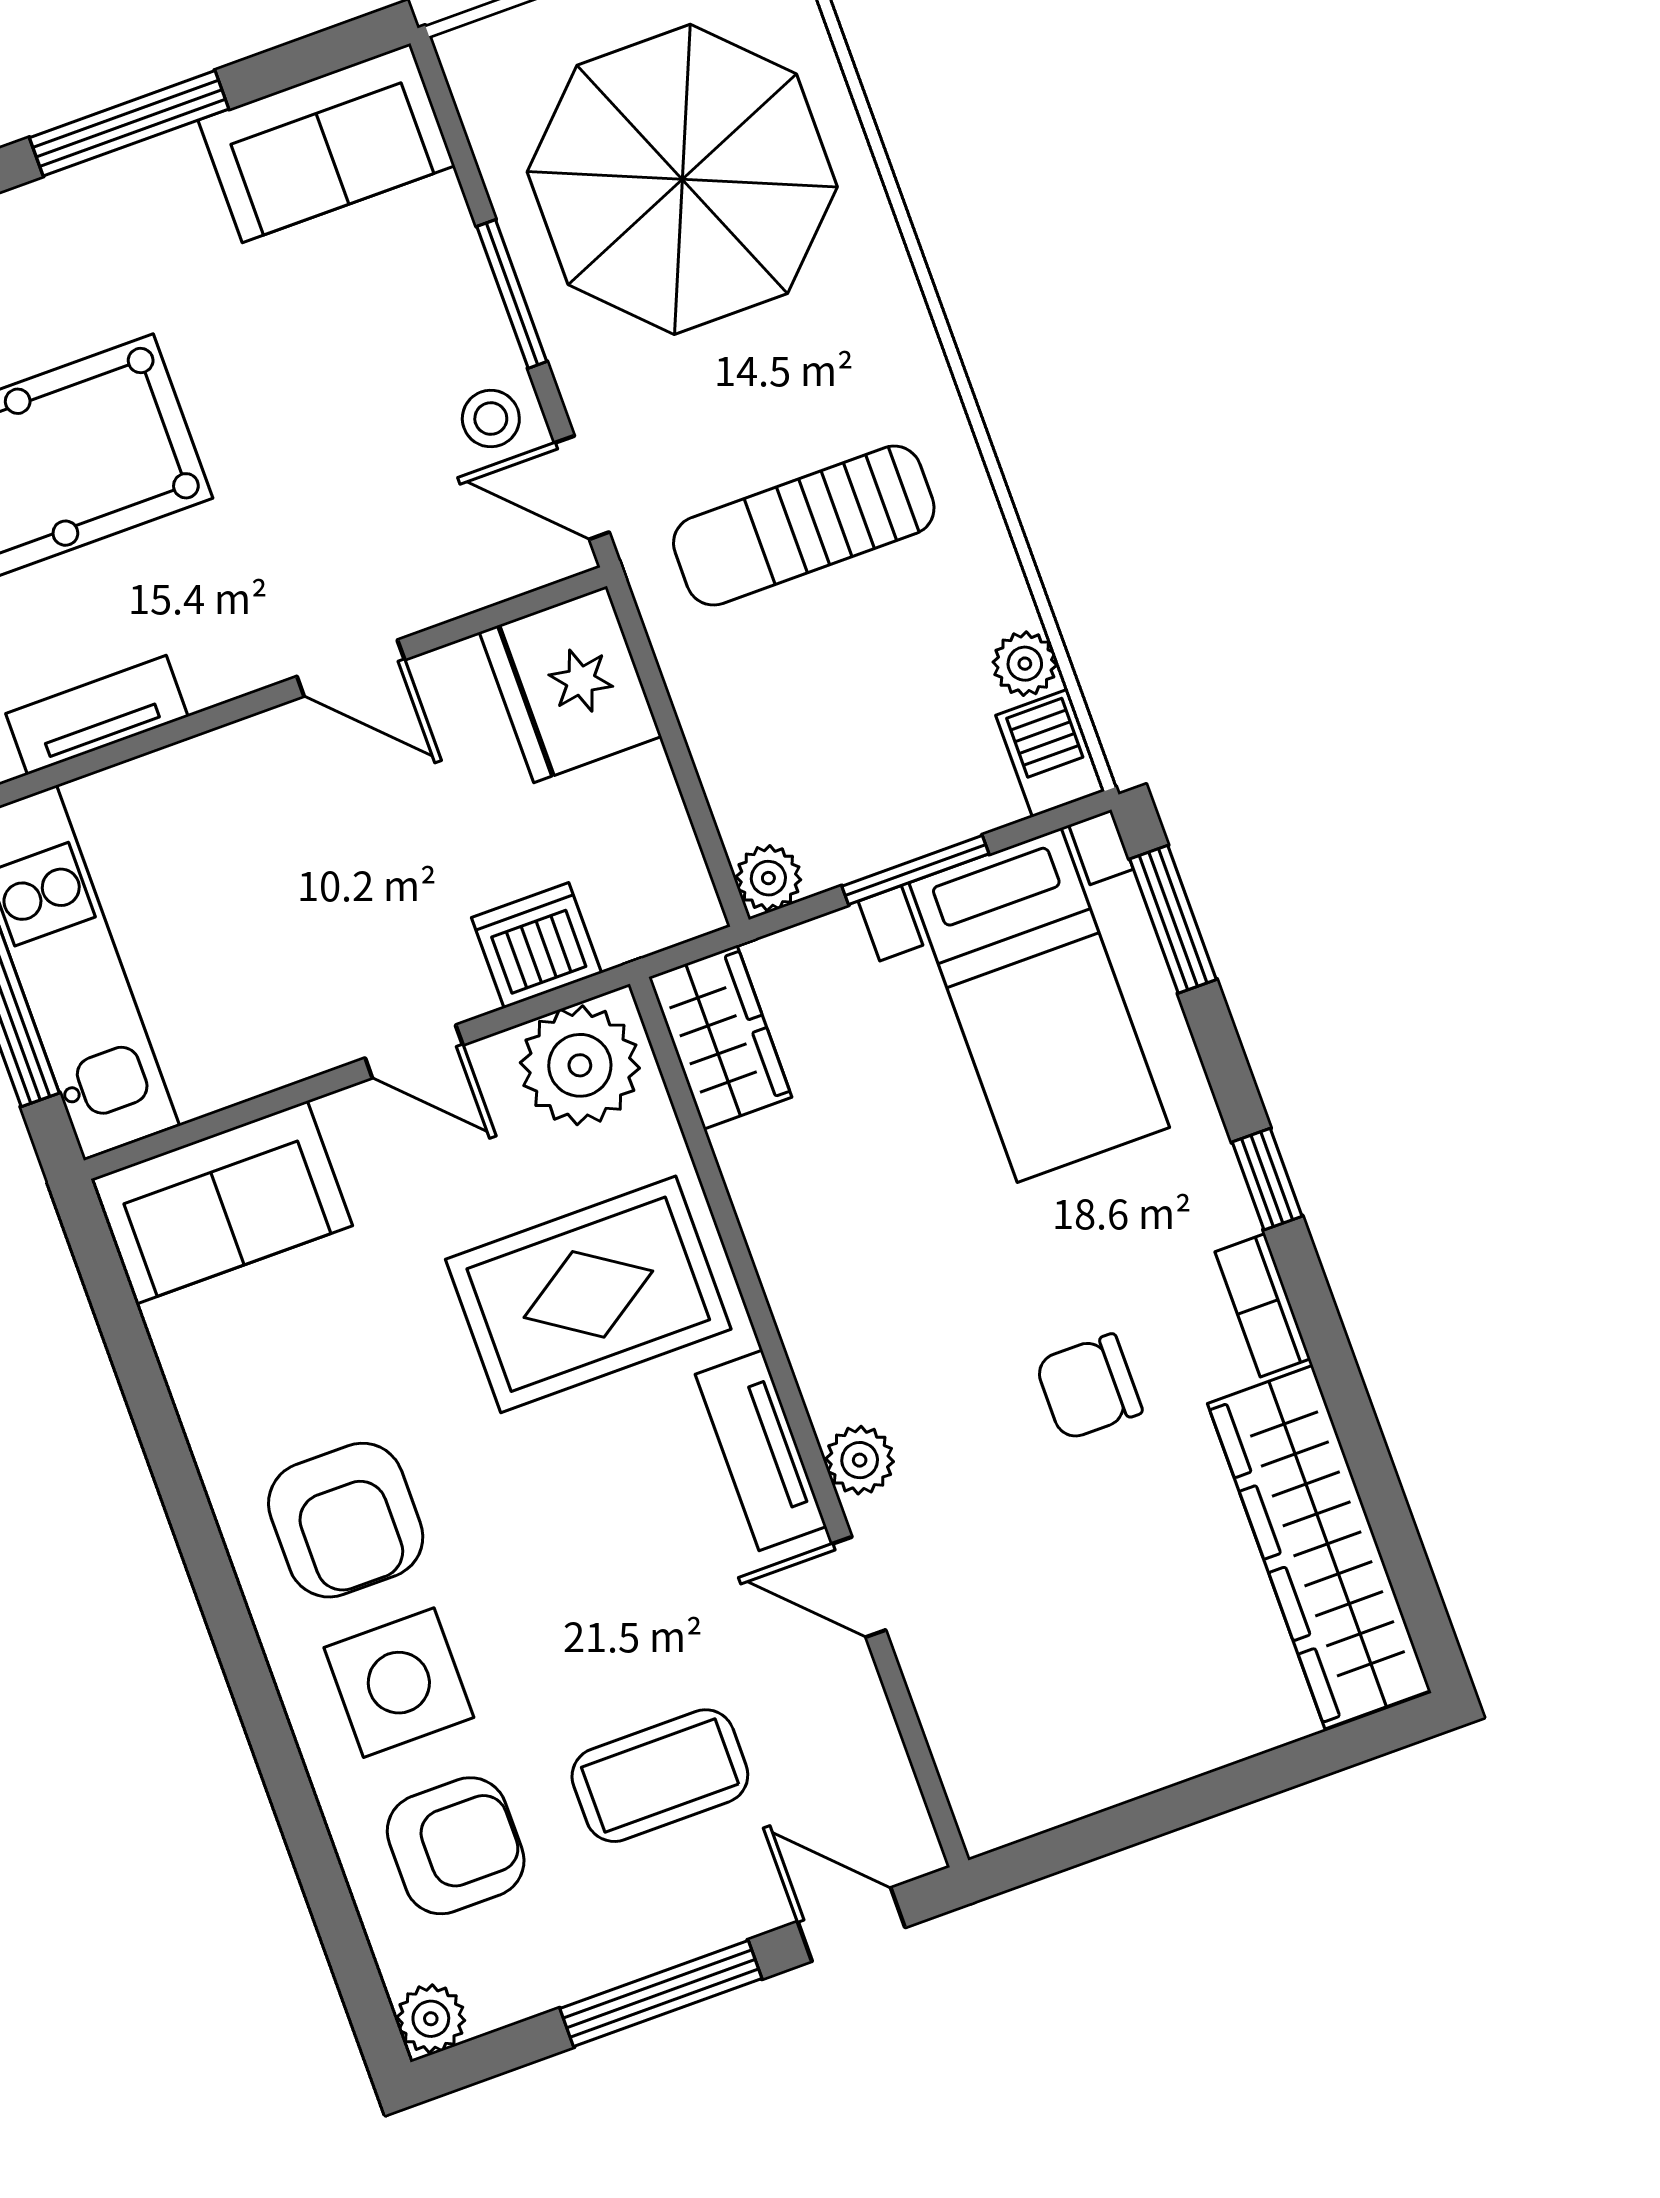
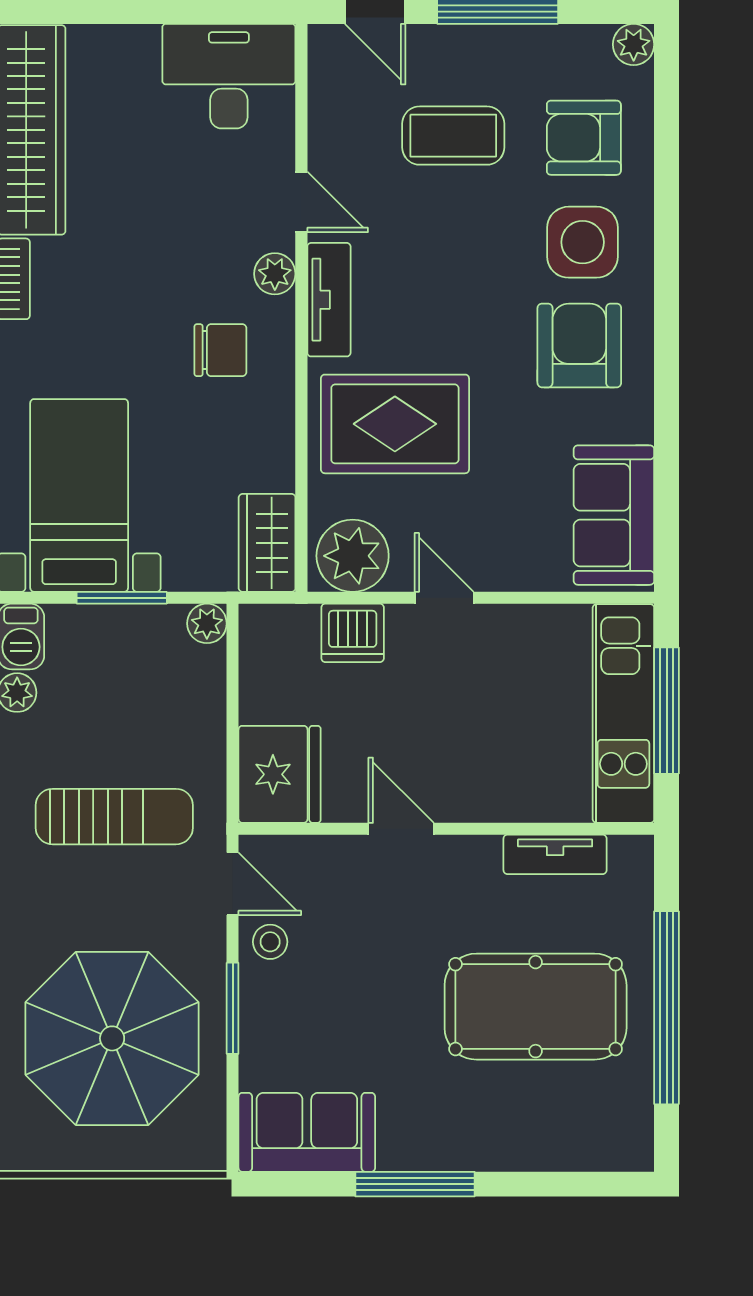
sofa: (222, 1202) -> (614, 515), moved, turned -90
chair: (1089, 1387) -> (220, 350), moved
desk: (1042, 1742) -> (229, 76), added

